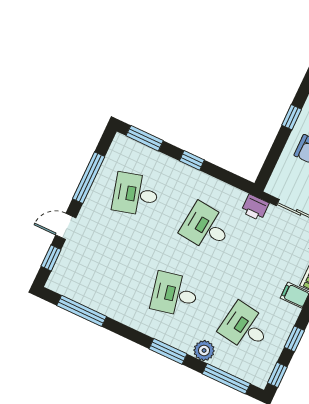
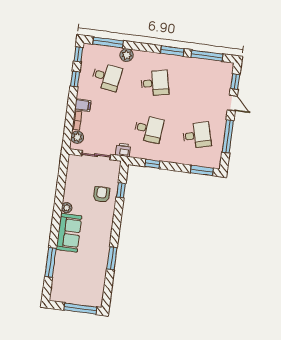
window: (292, 117) -> (121, 190), moved
window: (192, 160) -> (152, 164), moved
door: (66, 226) -> (232, 103), hinge flipped
window: (168, 351) -> (172, 51), moved

